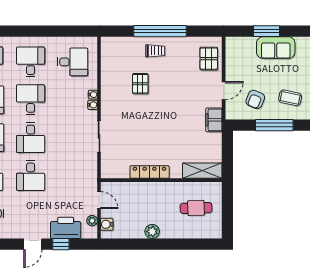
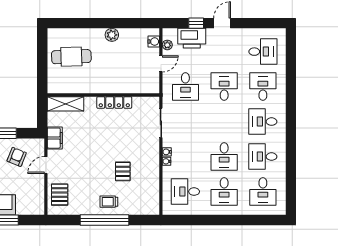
desk: (31, 138) -> (185, 87), moved, turned 180
shelving: (202, 171) -> (65, 104), moved
locker: (150, 172) -> (114, 102), moved
wall: (161, 180) -> (103, 95), moved
door: (99, 200) -> (161, 64), swing flipped
cafe table: (196, 208) -> (71, 57), width x1.37, depth x1.35

